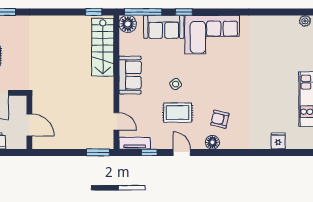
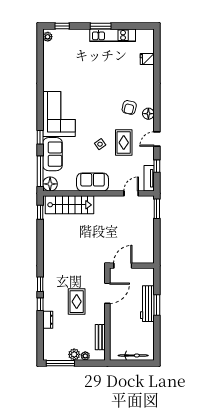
door: (29, 125) -> (123, 266), moved

